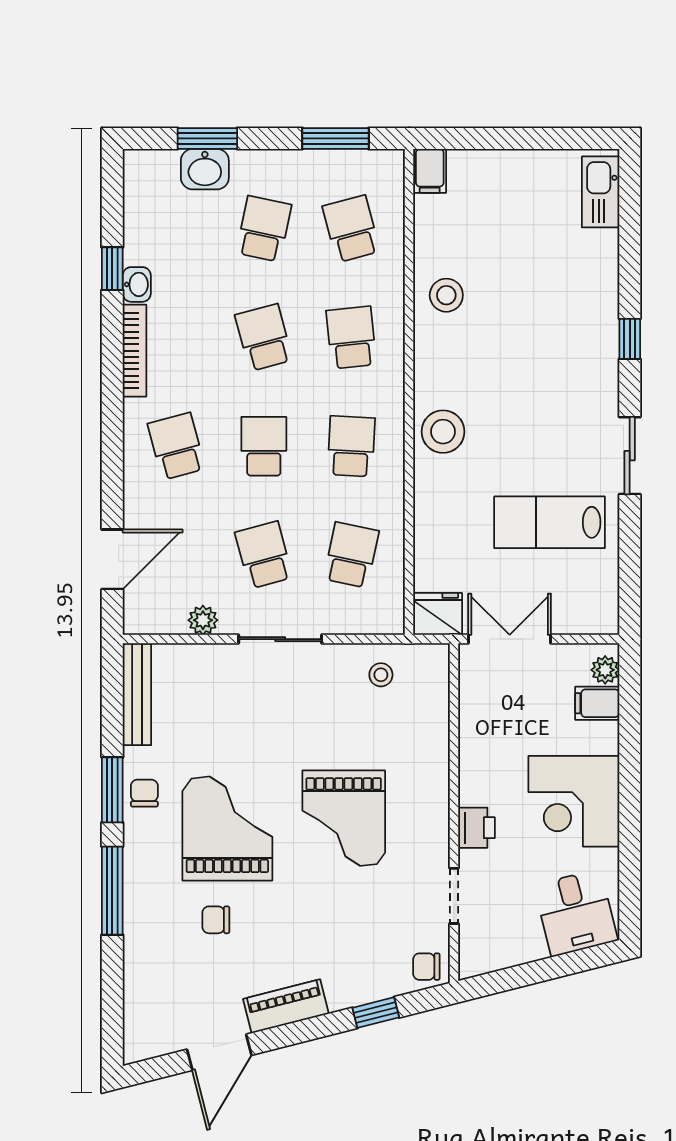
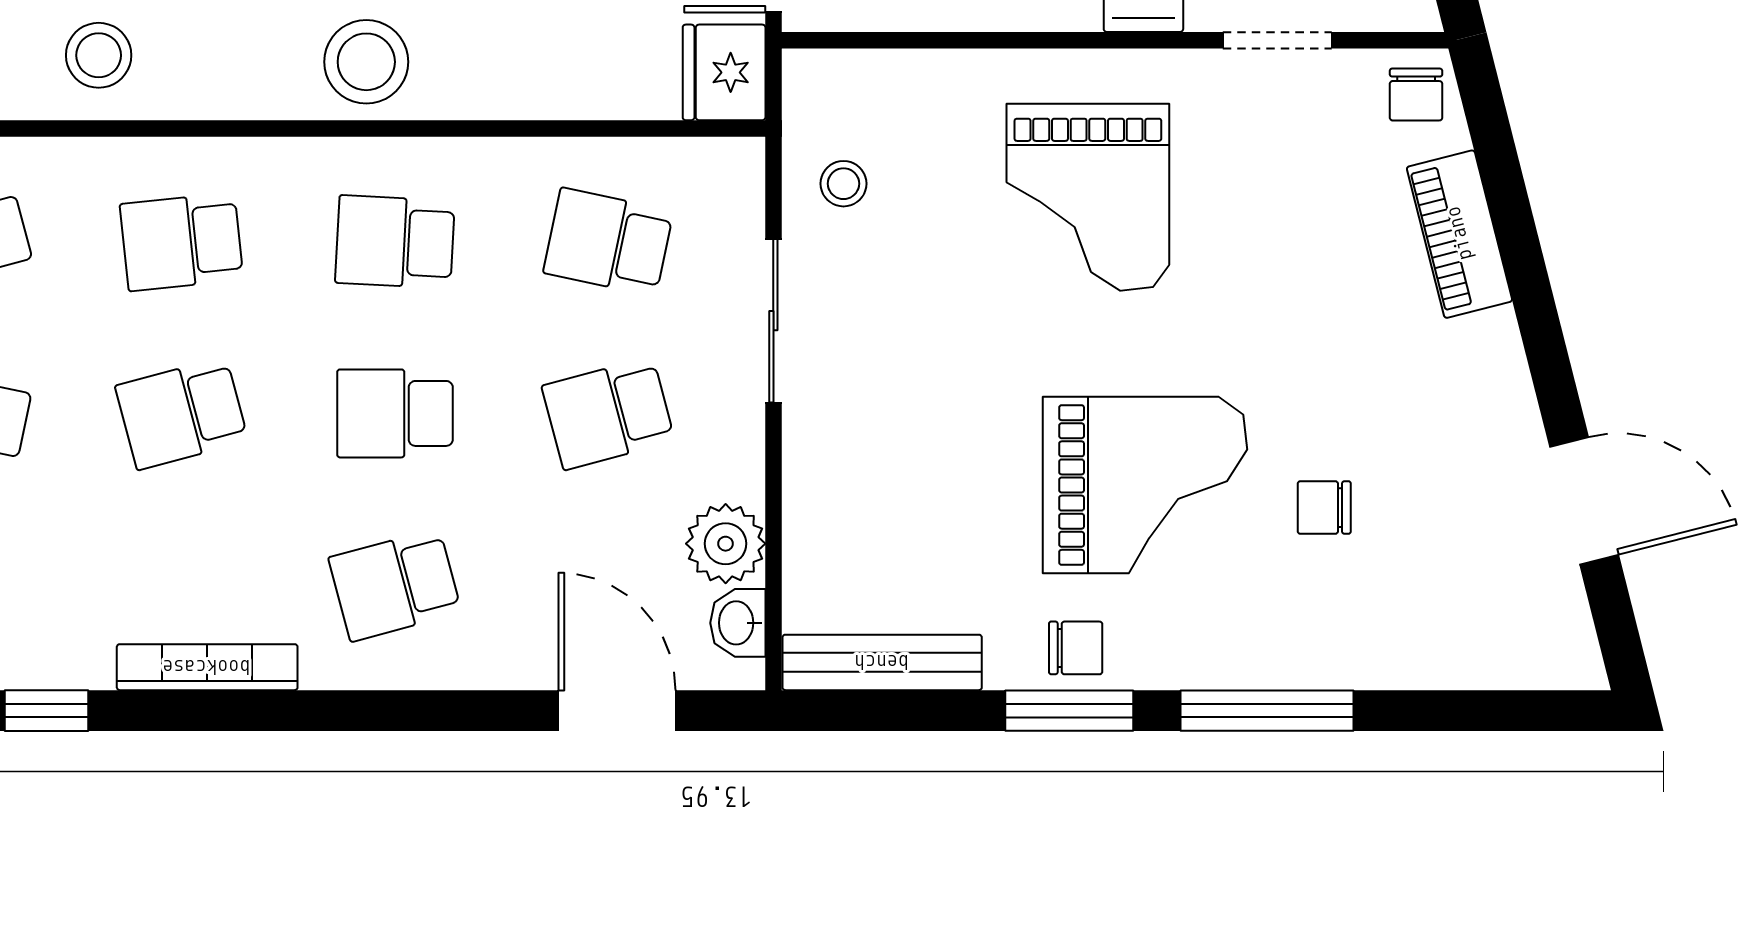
washbasin: (137, 284) -> (738, 623), moved, turned -90
plant: (203, 620) -> (726, 544), width x1.38, depth x1.38
sliding door: (280, 639) -> (773, 321), moved
chair: (144, 793) -> (1076, 648), turned 180
grand piano: (344, 818) -> (1088, 197), moved, turned 90
grand piano: (227, 828) -> (1145, 485), turned 180
chair: (216, 920) -> (1324, 508), turned 90
piano: (286, 1006) -> (1459, 234), moved
window: (376, 1013) -> (1506, 194), removed

